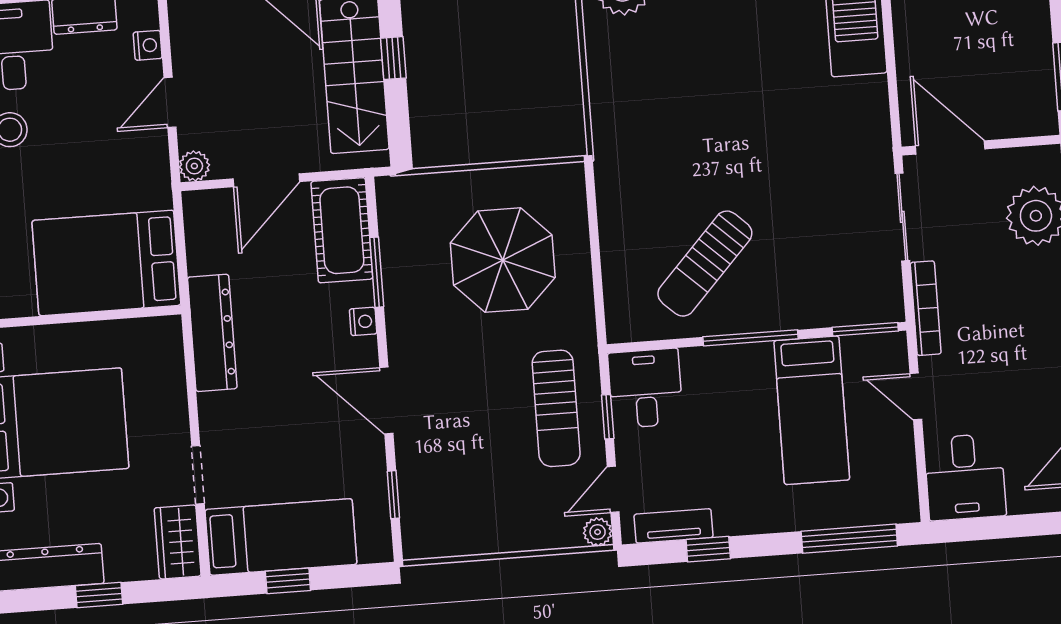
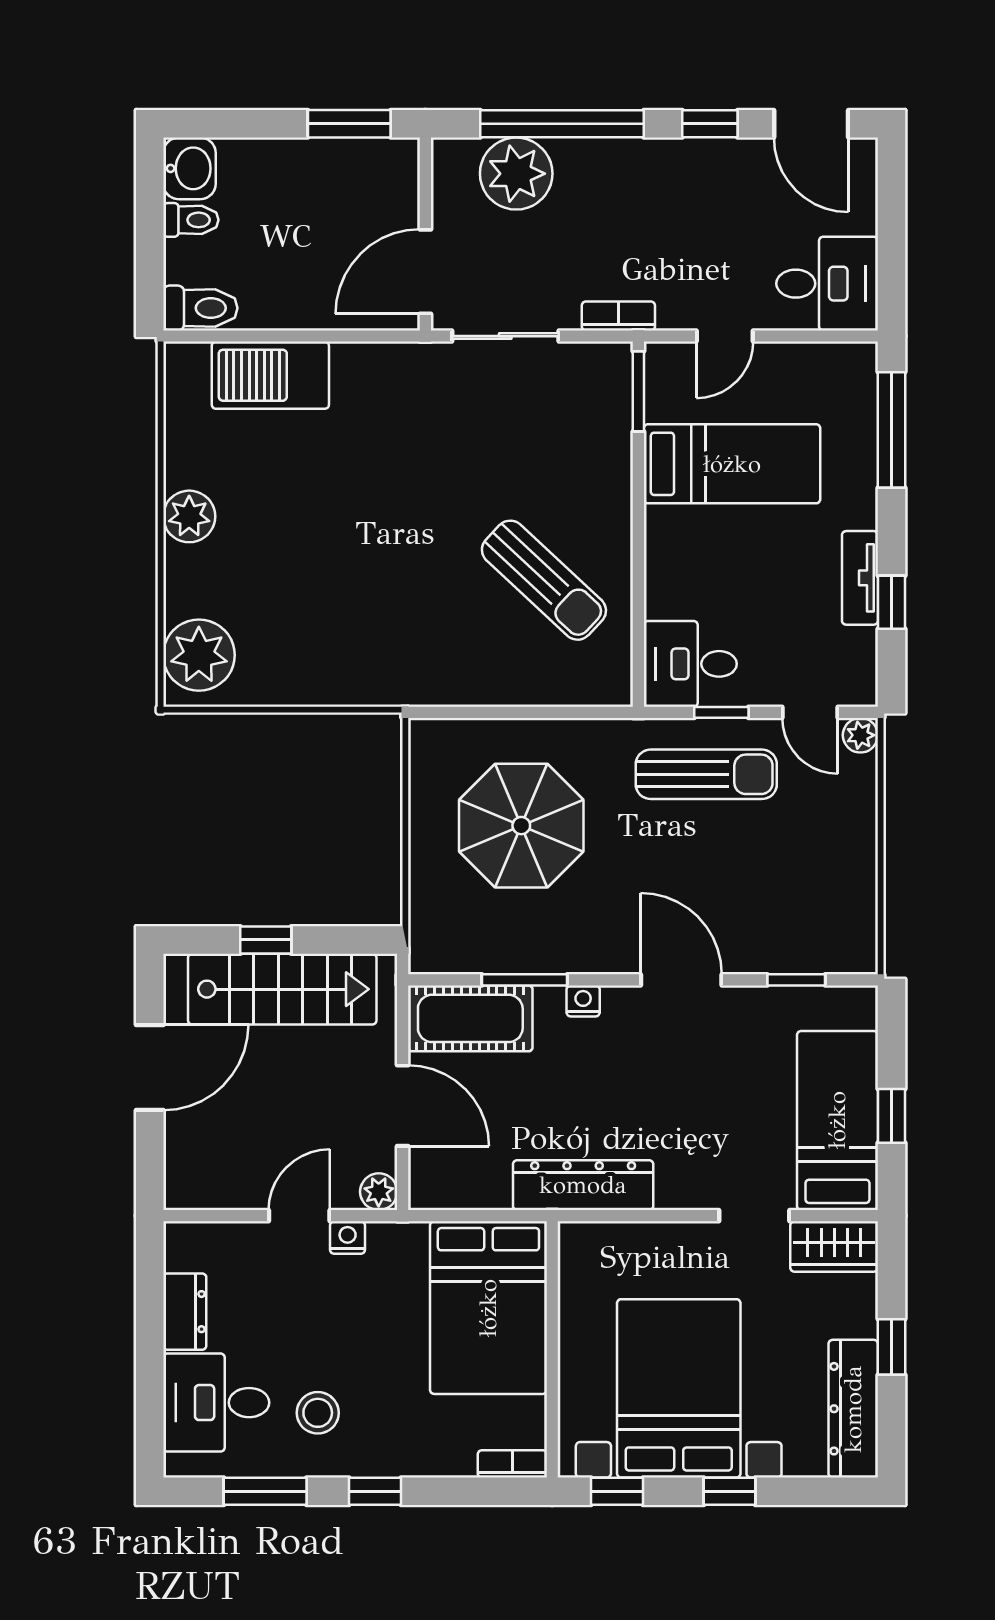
nightstand: (148, 45) -> (348, 1237), moved
door: (170, 102) -> (299, 1216), swing flipped
bookcase: (926, 308) -> (618, 316), width x0.64
window: (750, 338) -> (638, 532), removed
door: (386, 400) -> (681, 980), swing flipped
tv unit: (673, 526) -> (860, 578), moved

